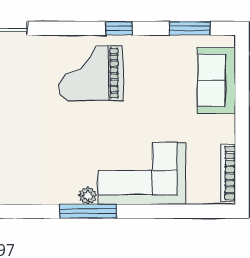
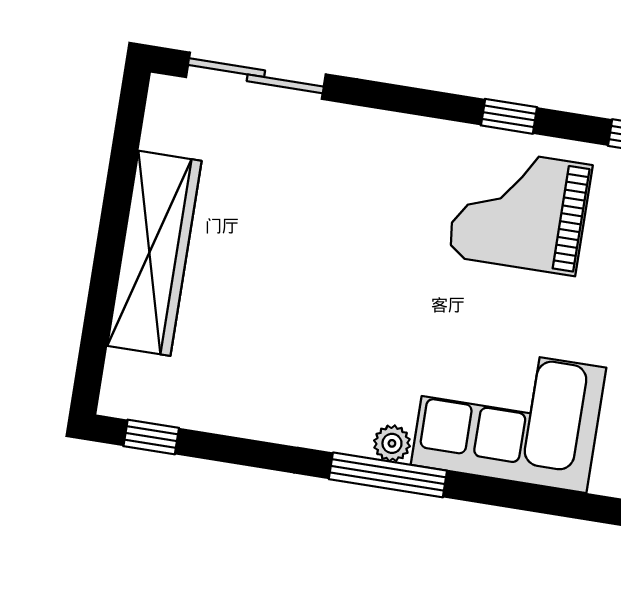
grand piano: (91, 73) -> (520, 211), moved

